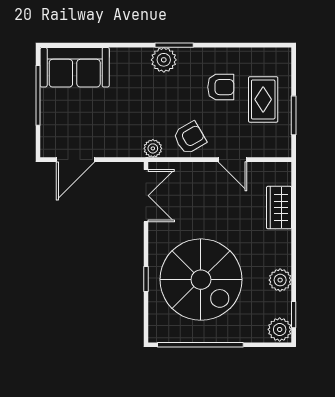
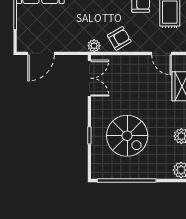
door: (233, 160) -> (161, 53), moved
spiral stairs: (201, 280) -> (127, 136), width x0.73, depth x0.73

